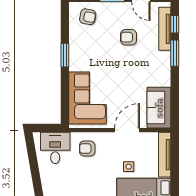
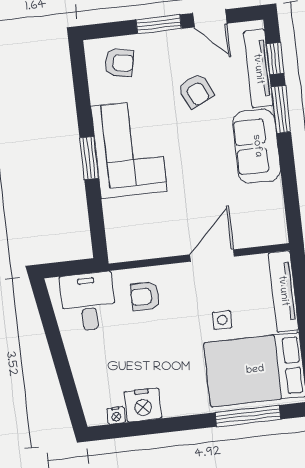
armchair: (129, 37) -> (196, 91), turned -116
window: (65, 55) -> (89, 158), moved
corner sofa: (88, 98) -> (129, 149), moved
sofa: (159, 108) -> (257, 146), moved

